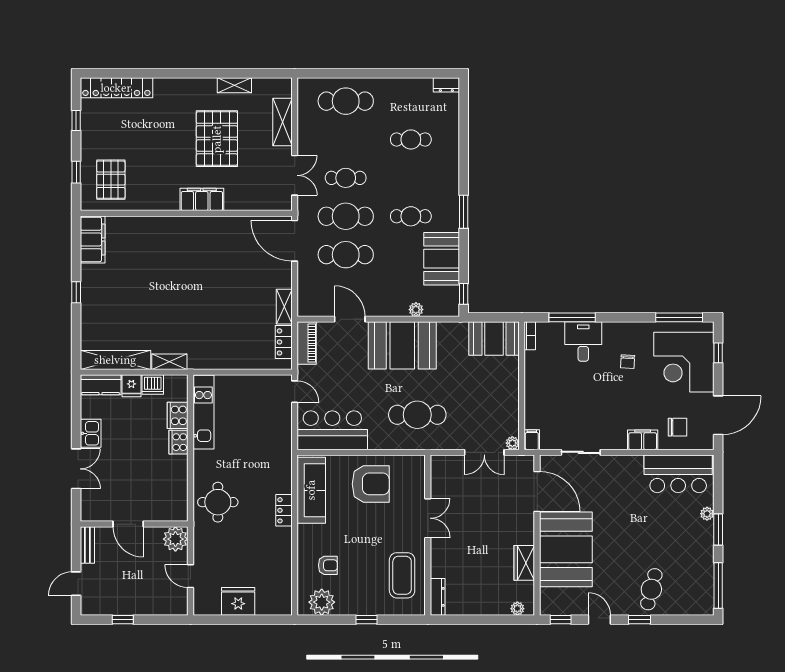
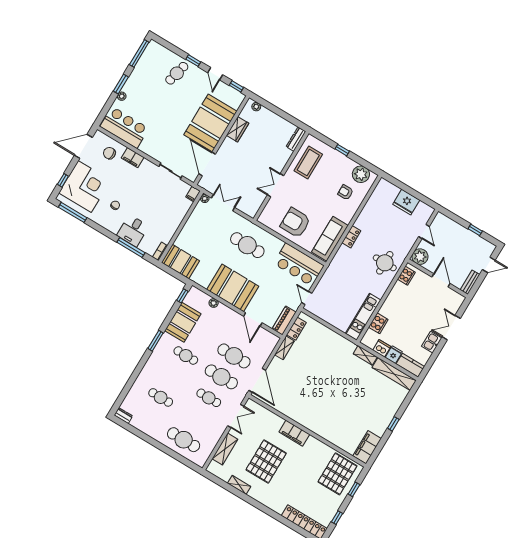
double door: (295, 175) -> (236, 416), swing flipped
pallet: (111, 180) -> (337, 474), width x1.37, depth x1.41
cooker: (179, 442) -> (406, 276), moved

